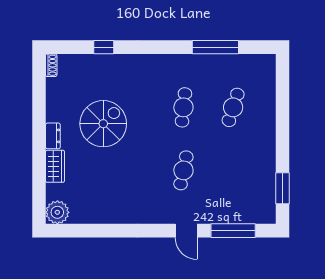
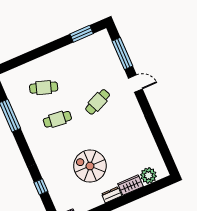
cafe table: (183, 170) -> (98, 102), turned -36
plant: (57, 212) -> (148, 175), moved
door: (186, 231) -> (135, 84), hinge flipped

